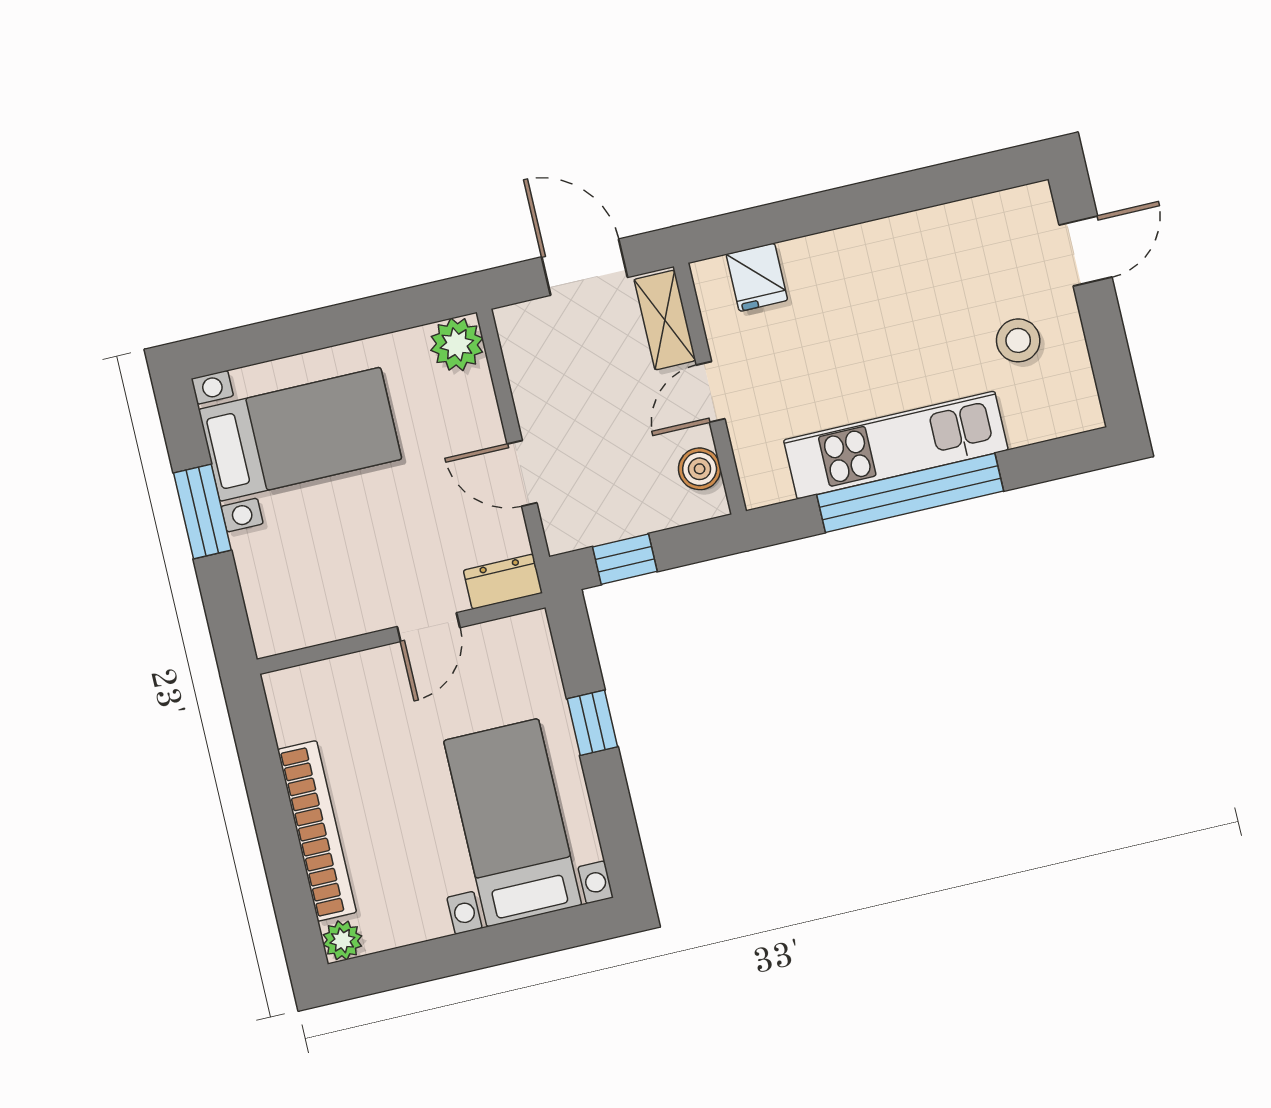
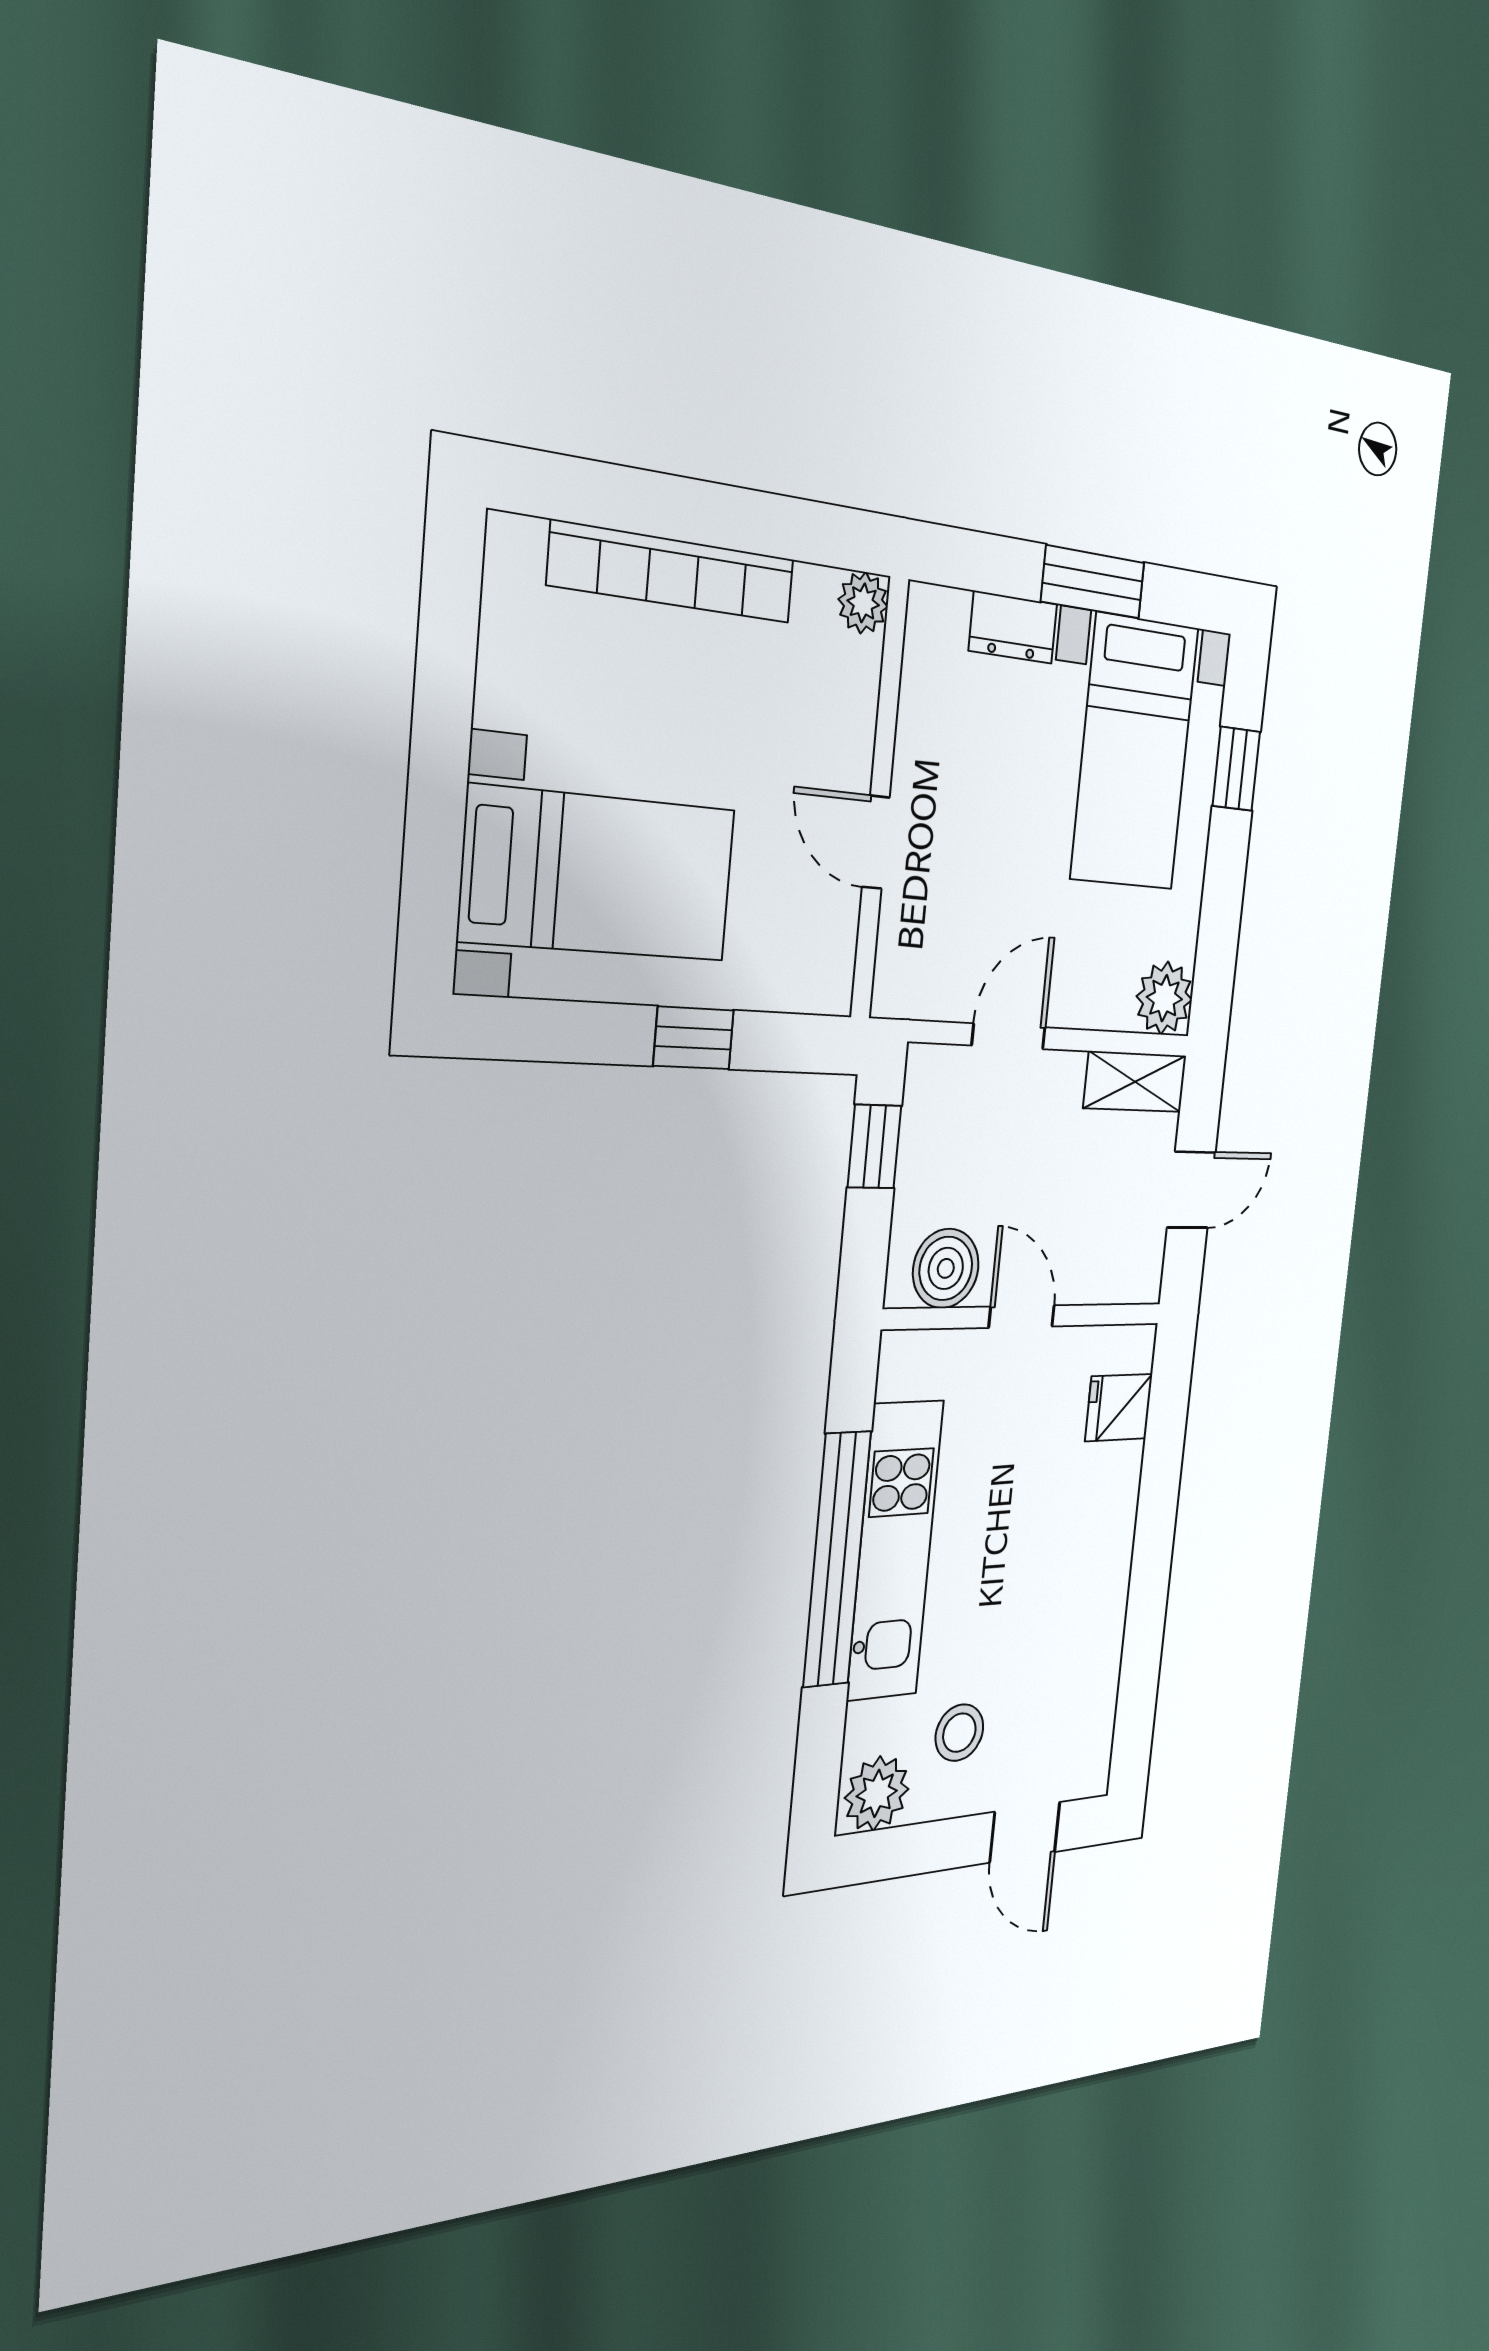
door: (585, 267) -> (1191, 1190), width x0.73
shelving: (665, 320) -> (1135, 1082), moved
window: (279, 338) -> (1236, 769), added
plant: (1071, 400) -> (877, 1793), added
boiler: (700, 469) -> (946, 1268), width x1.36, depth x1.36
dresser: (503, 582) -> (1013, 627), moved, turned 90
plant: (342, 940) -> (863, 603), moved

